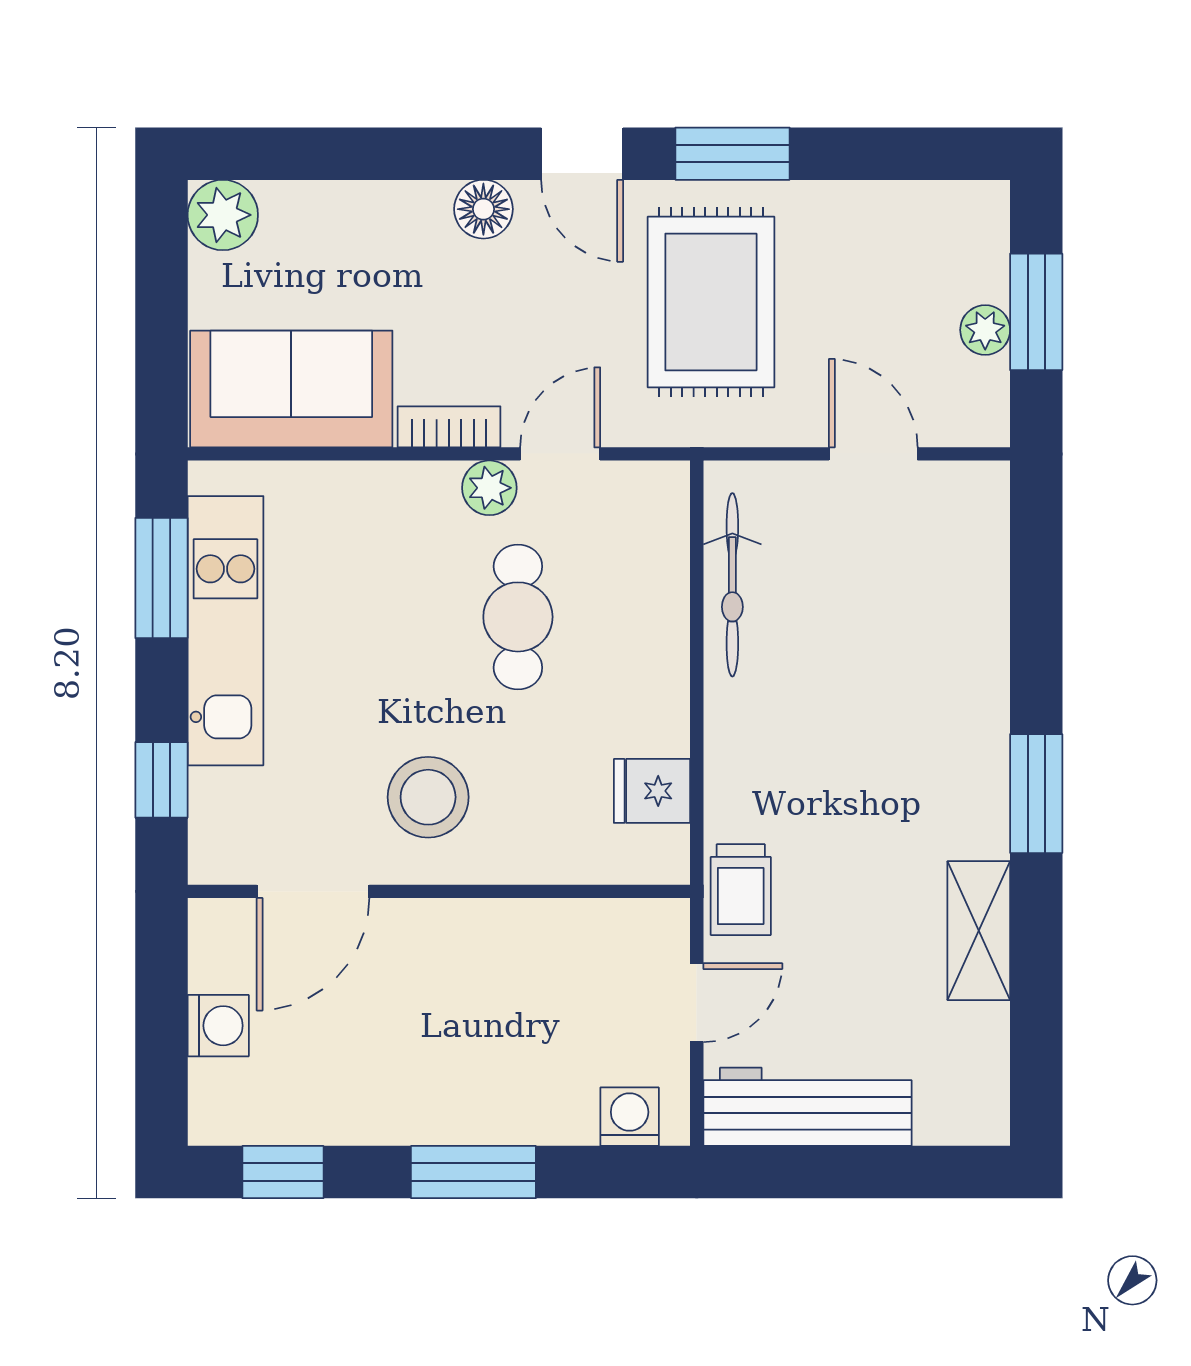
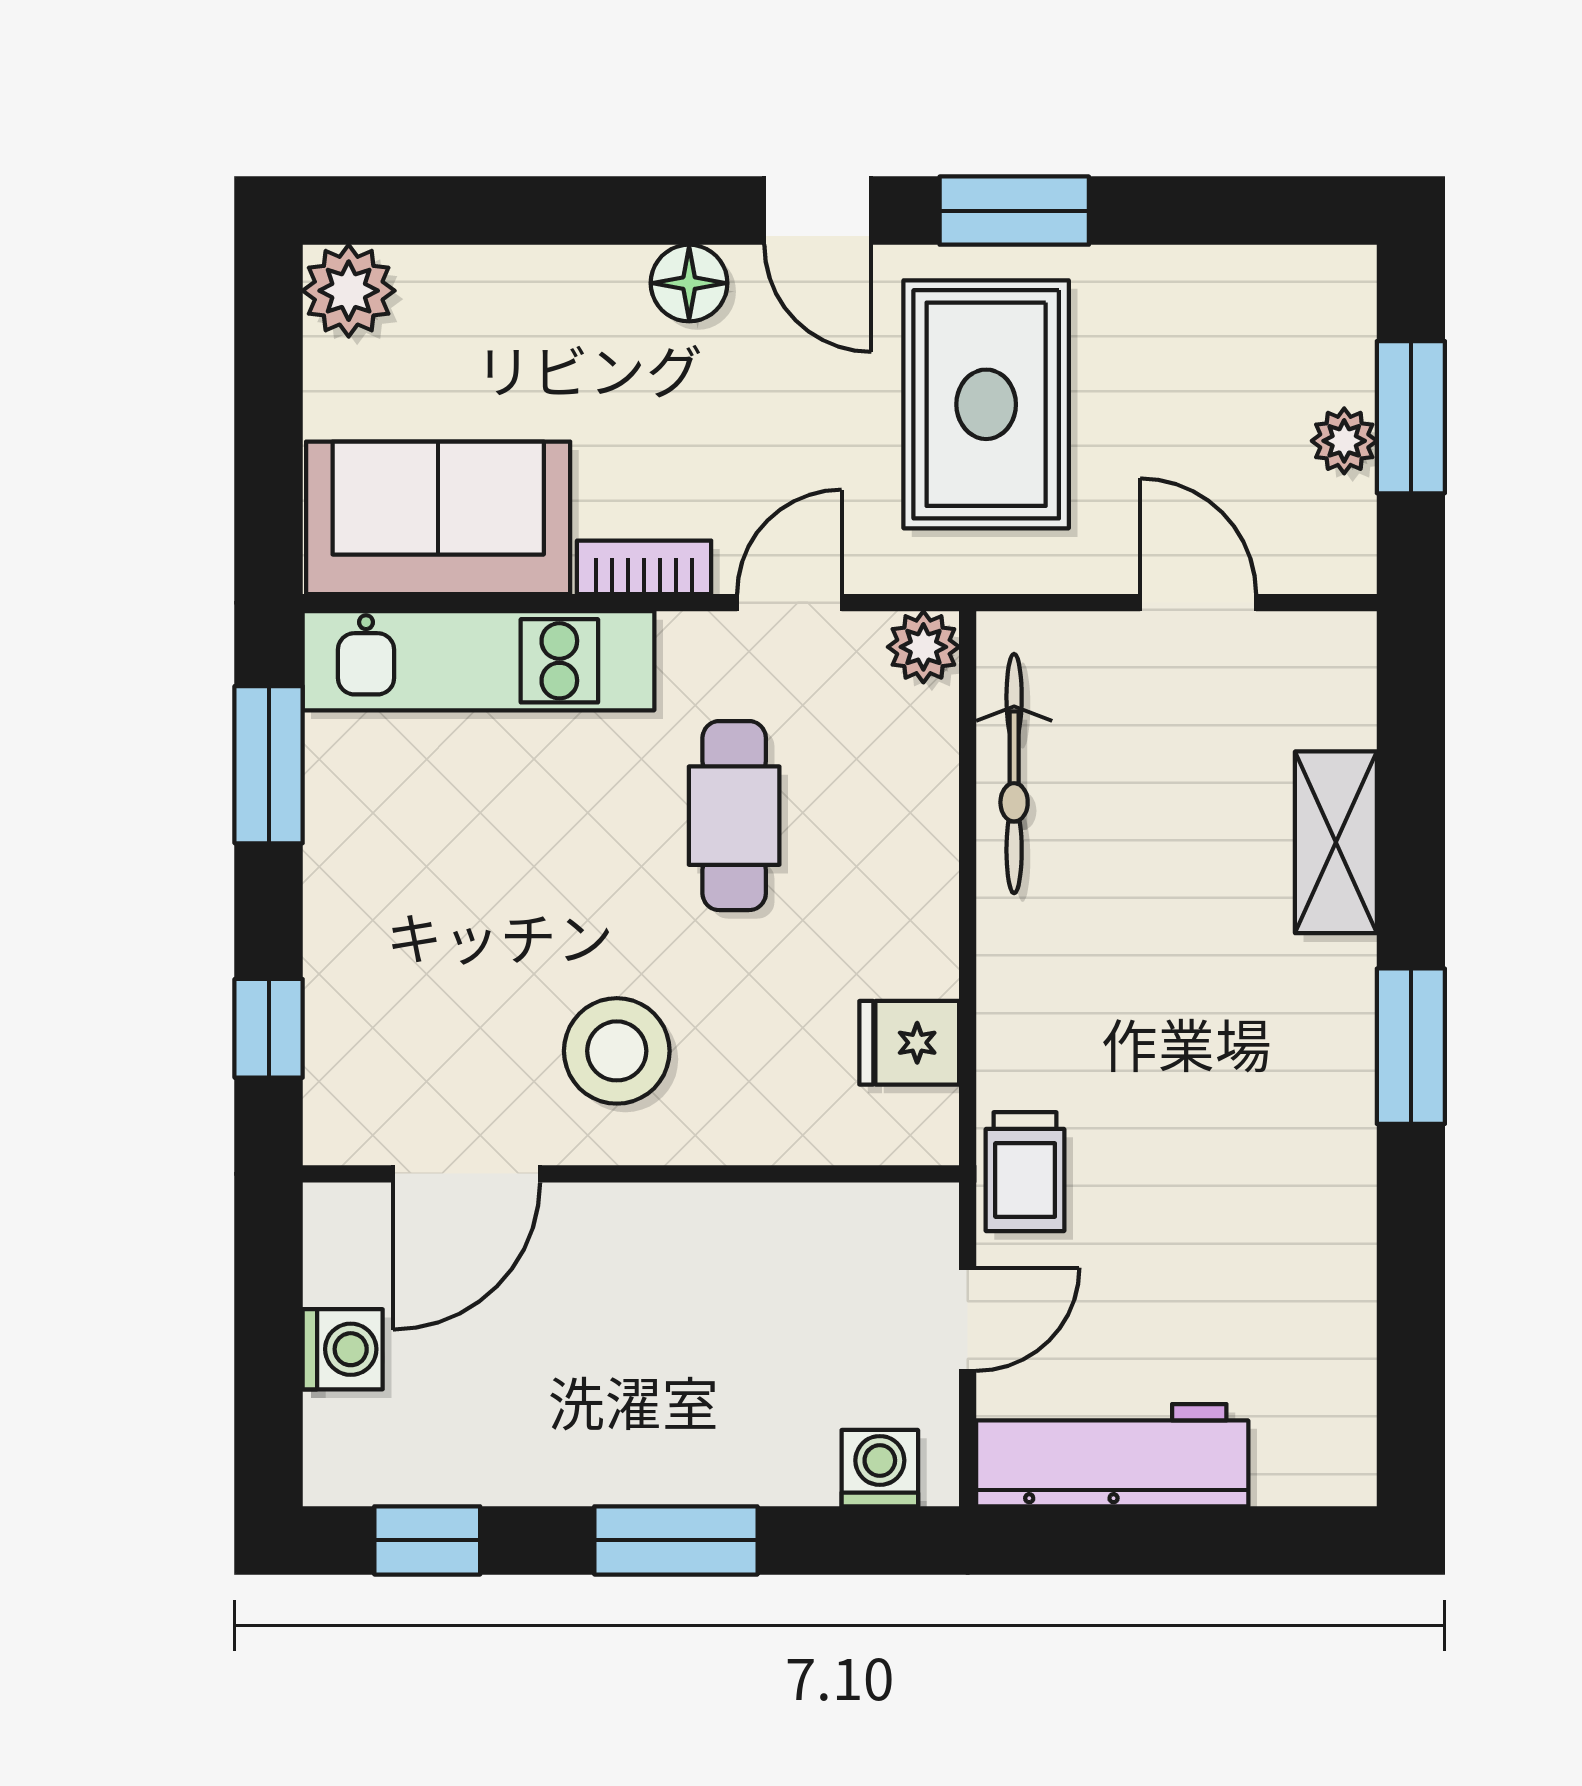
plant: (489, 488) -> (923, 647), moved
kitchen unit: (225, 631) -> (478, 661), moved, turned 90
shelving: (979, 931) -> (1336, 842), moved

